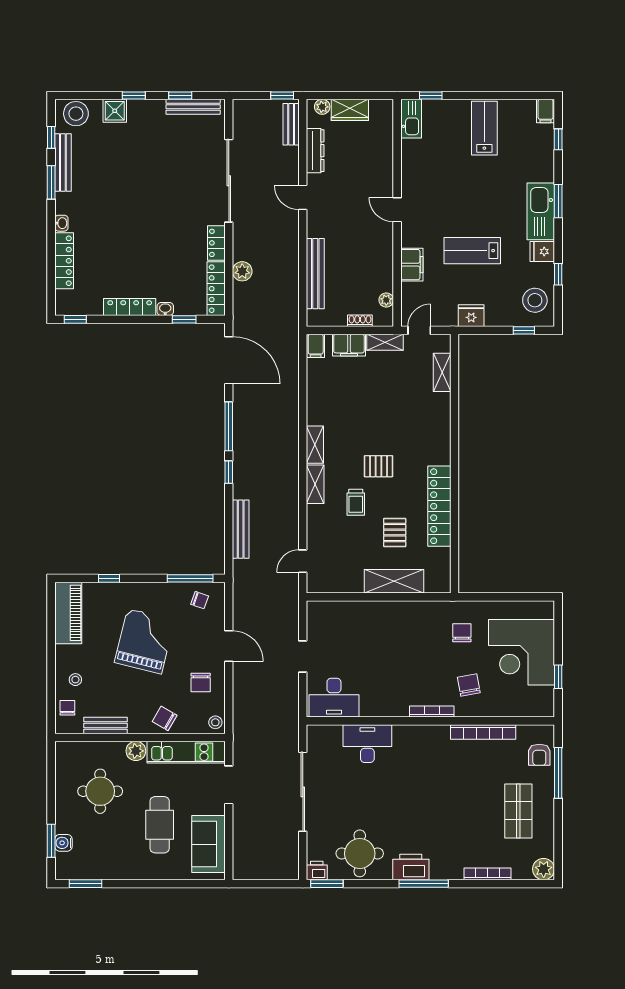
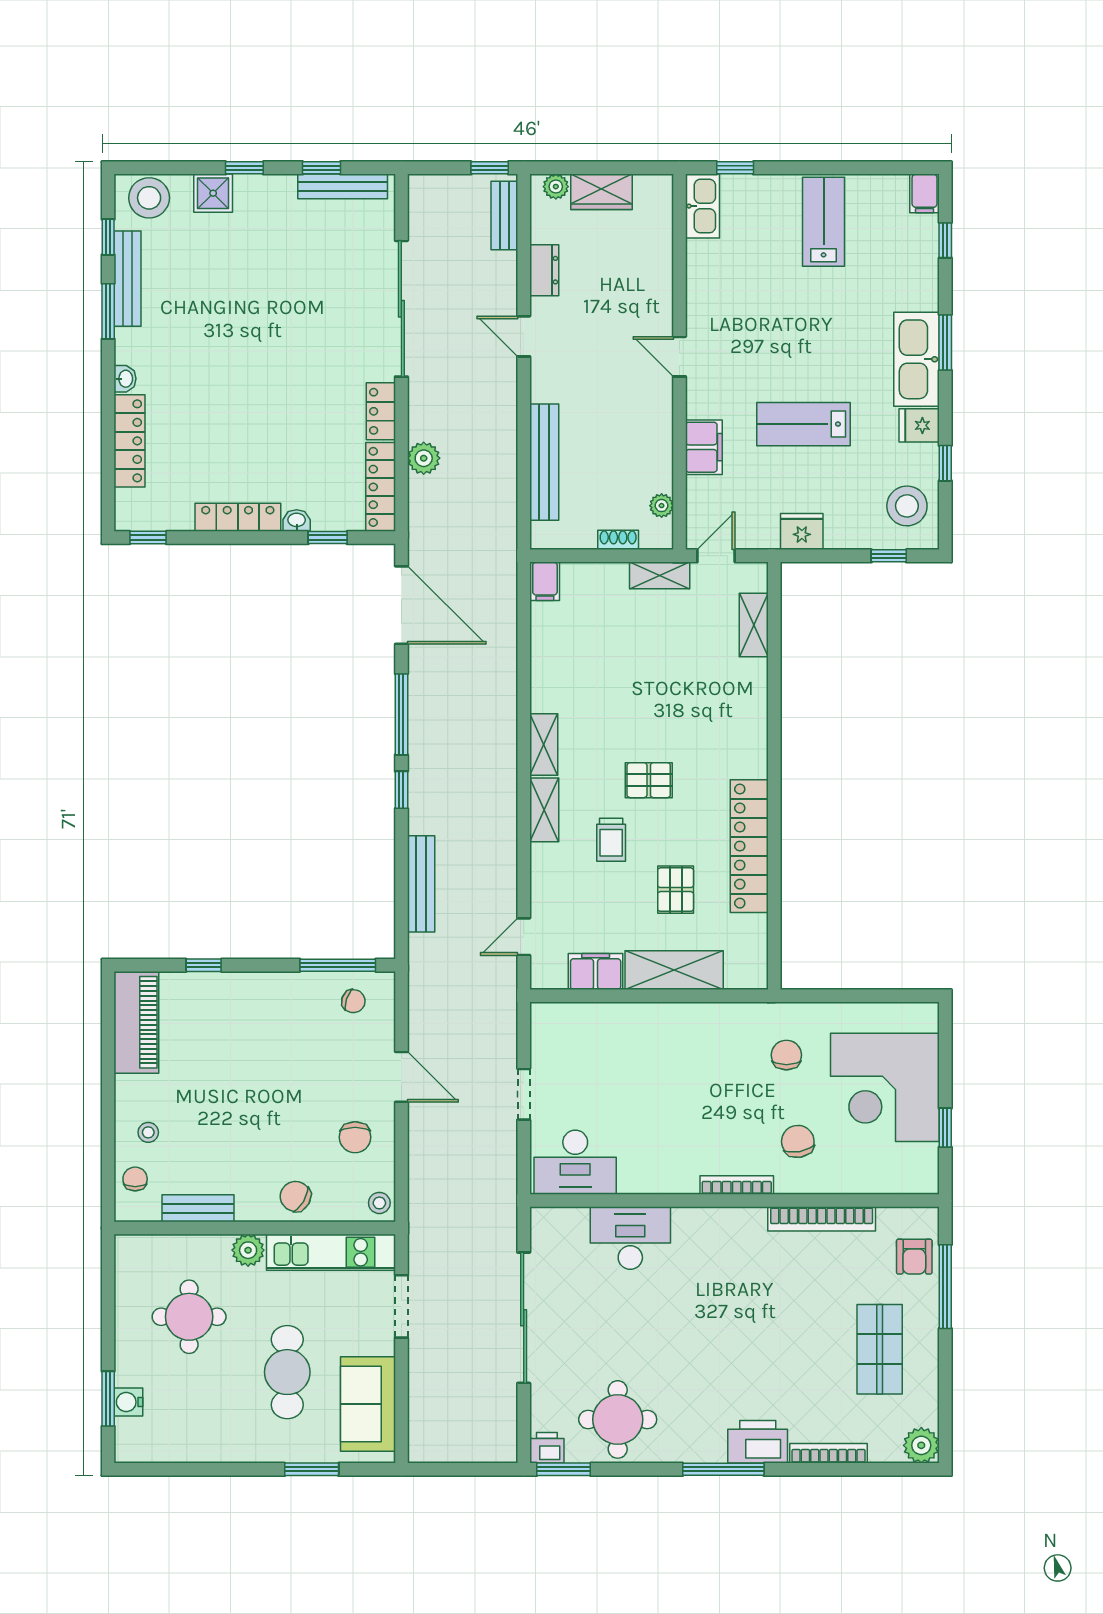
dresser: (315, 151) -> (544, 270), width x0.70
filing cabinet: (349, 345) -> (596, 972), moved, turned 180
grand piano: (145, 641) -> (262, 1069), removed
printer: (411, 867) -> (758, 1442), moved
window: (86, 884) -> (312, 1469), moved

